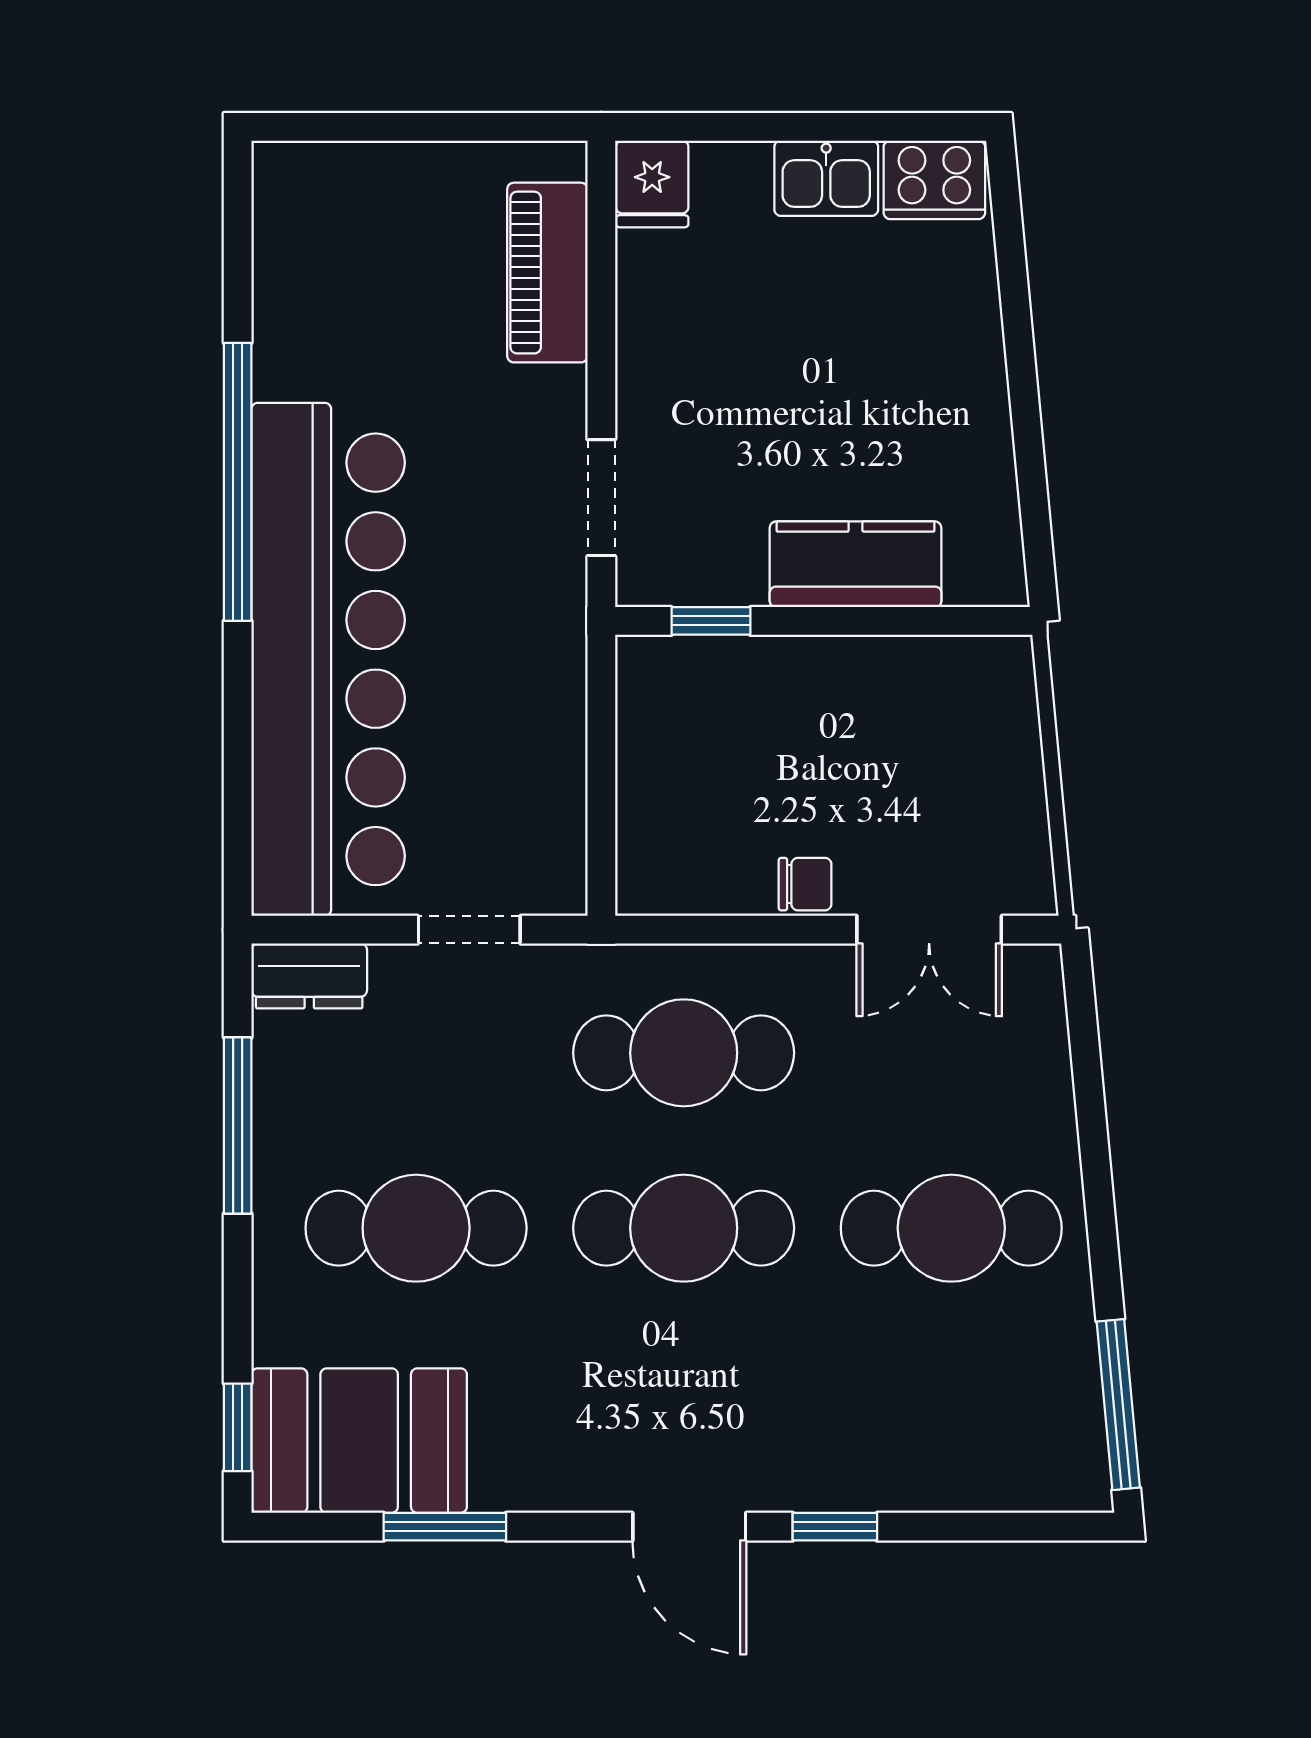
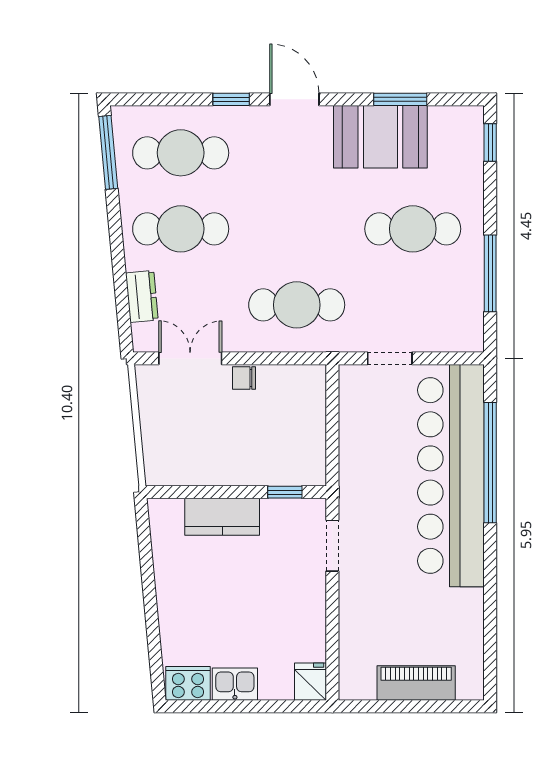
piano: (547, 273) -> (416, 683), moved, turned -90
window: (238, 482) -> (490, 463), moved
dresser: (309, 976) -> (142, 296), moved, turned 85
cafe table: (684, 1228) -> (181, 153), moved
booth: (359, 1441) -> (380, 137), moved

